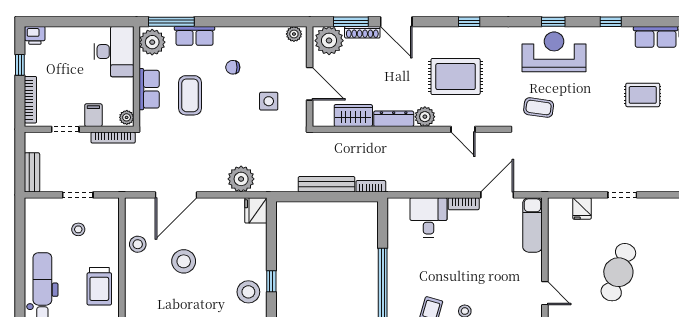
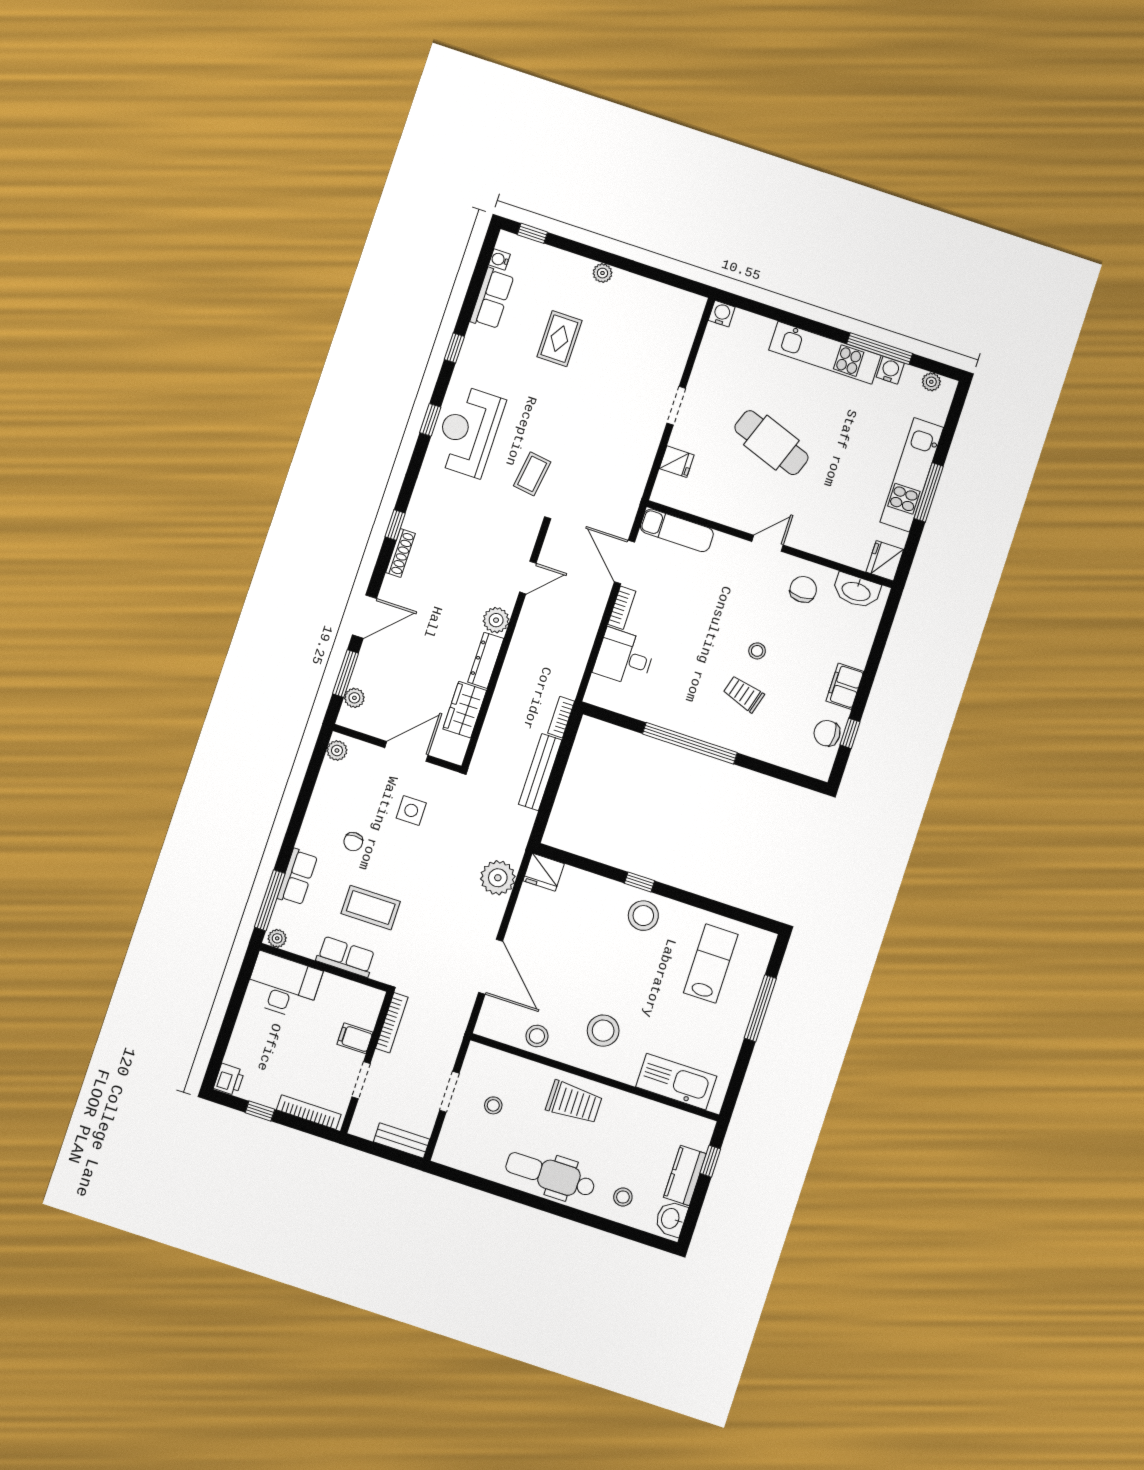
shoe rack: (362, 32) -> (401, 553), moved
plant: (329, 41) -> (354, 698), width x0.53, depth x0.53
plant: (152, 42) -> (277, 938), width x0.53, depth x0.53
rug: (456, 77) -> (458, 565), removed
plant: (127, 117) -> (372, 997), removed
stool: (184, 261) -> (603, 1031), moved

